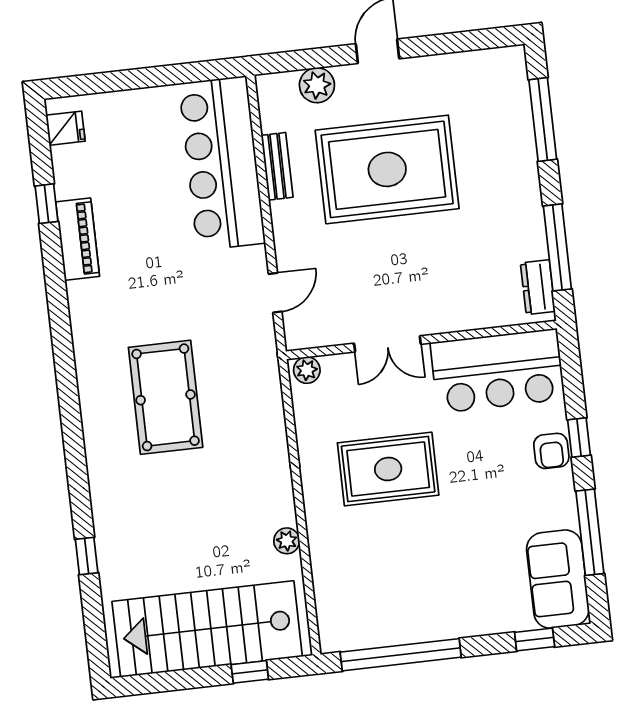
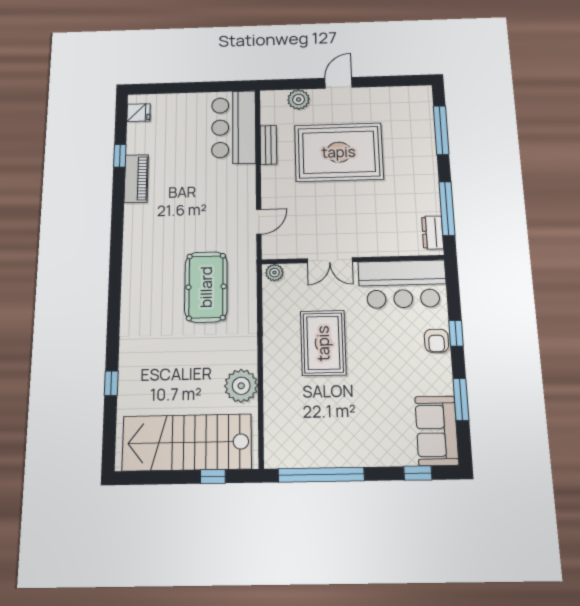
bar counter: (222, 163) -> (234, 127), width x0.73
pool table: (166, 397) -> (206, 287), moved
rug: (388, 469) -> (323, 343), turned 90
window: (590, 532) -> (461, 400), width x0.69
plant: (287, 541) -> (241, 386), width x1.88, depth x1.88

